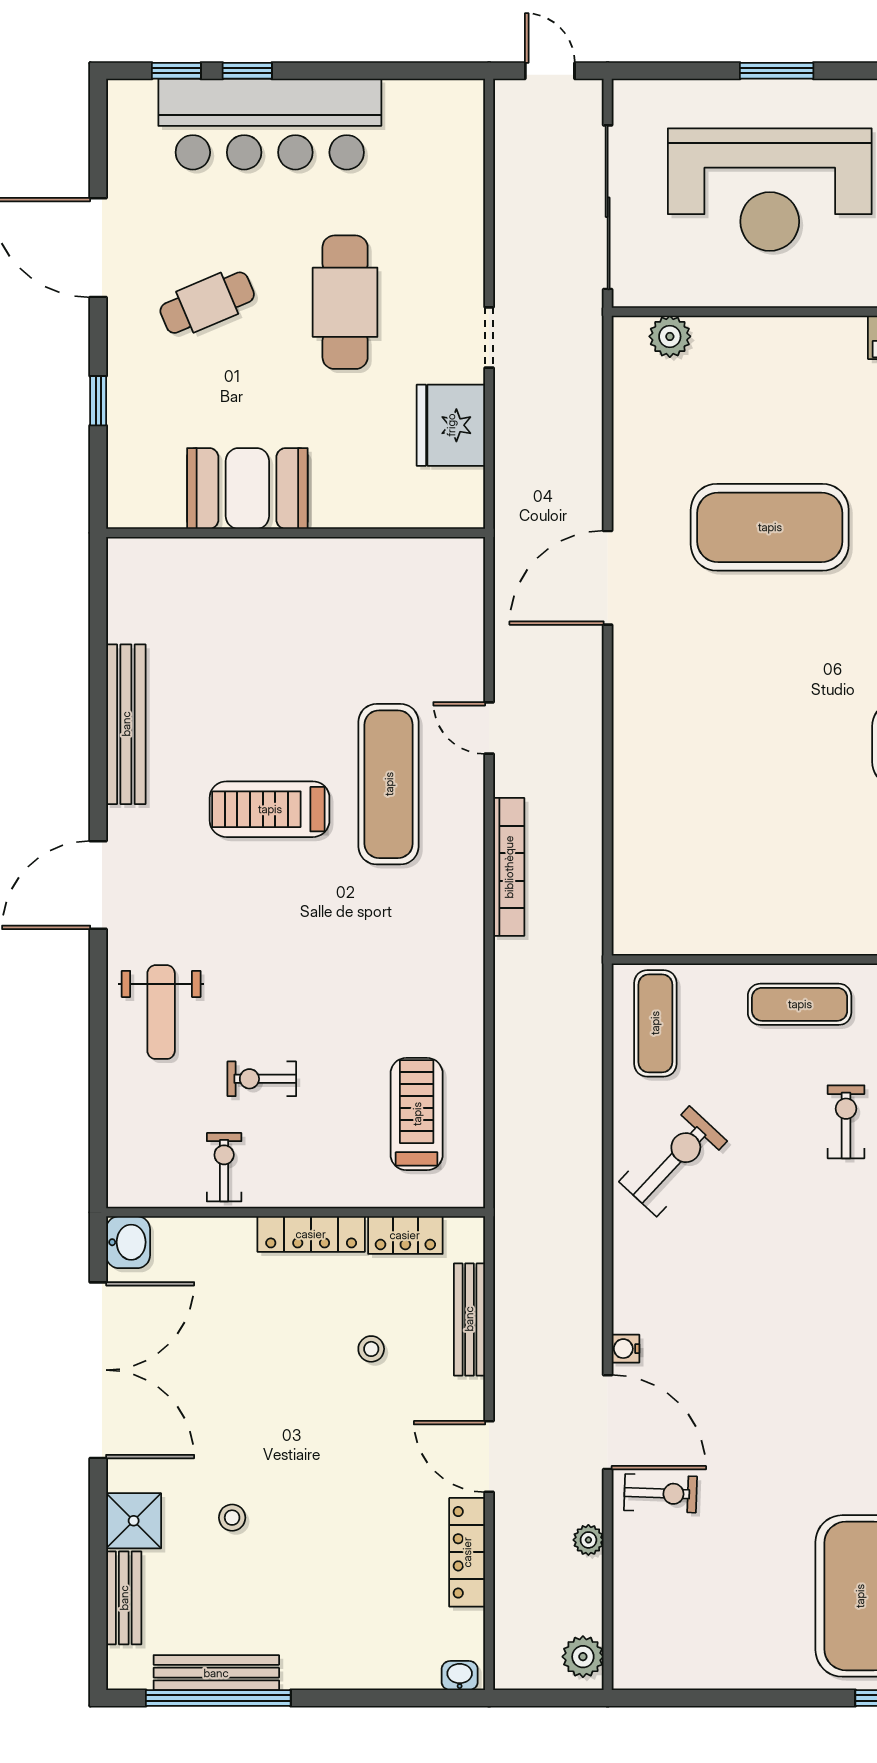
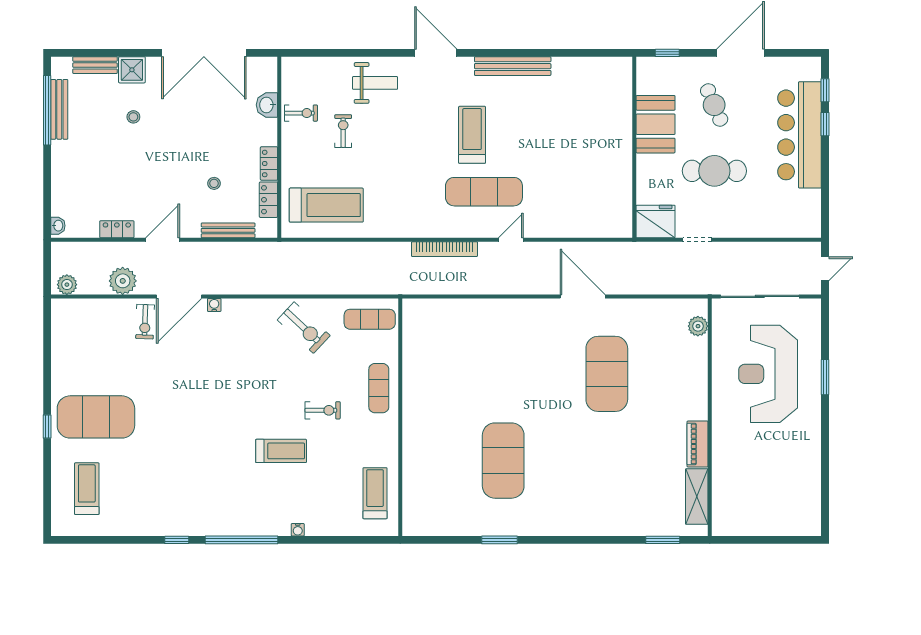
booth: (247, 489) -> (656, 124), moved
wall: (296, 533) -> (634, 147), moved
weight bench: (161, 1012) -> (375, 83), turned 180
treadmill: (417, 1114) -> (326, 205), width x1.37, depth x1.38
locker: (311, 1234) -> (269, 164), width x0.66
washbasin: (128, 1242) -> (267, 105), moved, turned 90
plant: (588, 1540) -> (123, 281), width x1.87, depth x1.87
locker: (467, 1552) -> (117, 229), width x0.66

